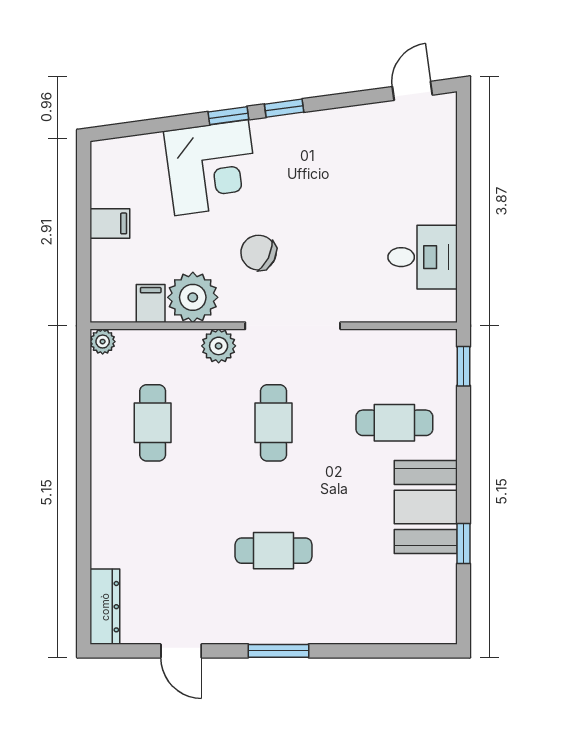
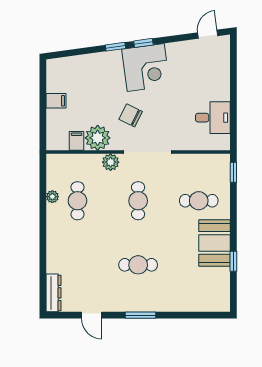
corner desk: (211, 168) -> (146, 68), moved
plant: (103, 342) -> (52, 197), moved

